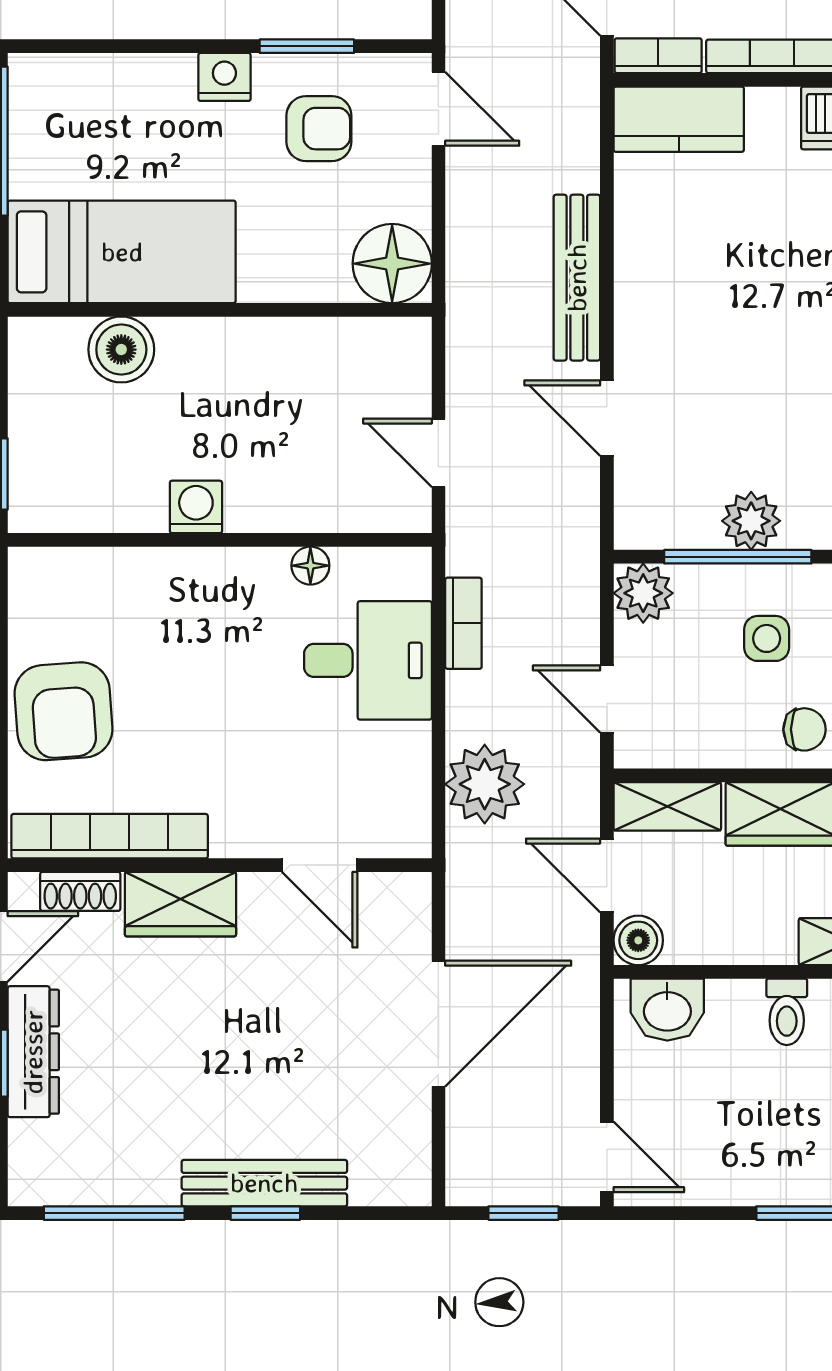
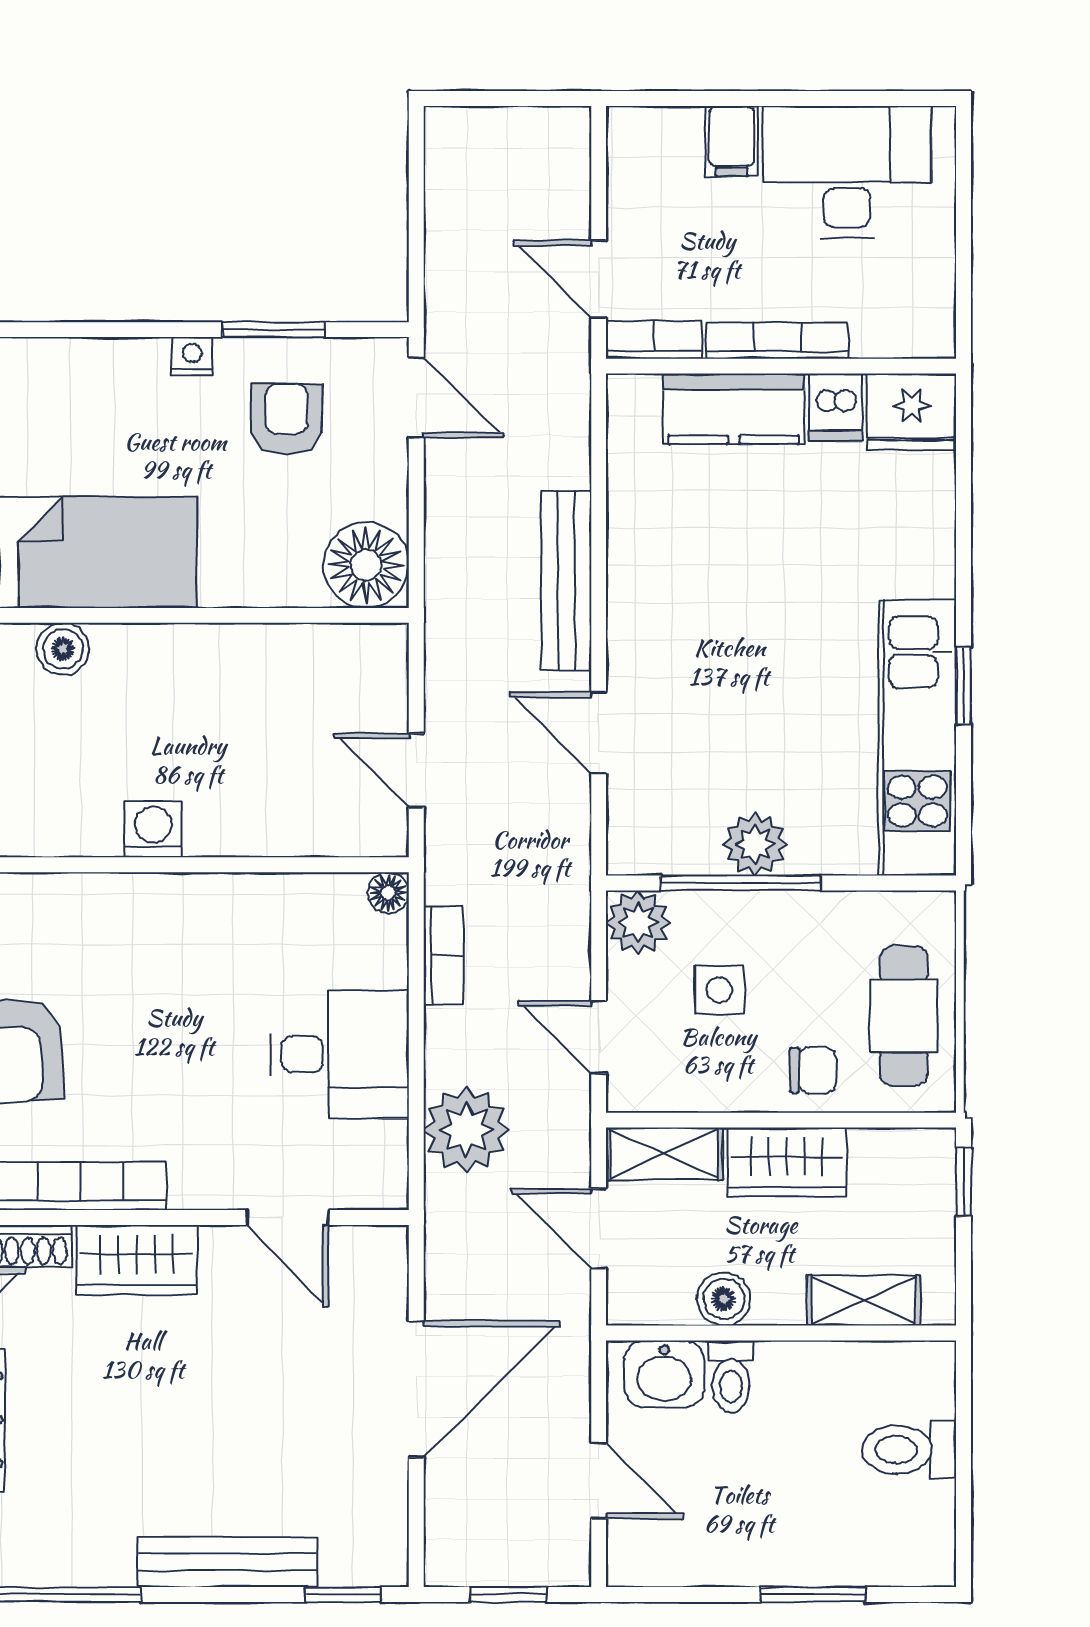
nightstand: (224, 77) -> (192, 356), width x0.72, depth x0.74
kitchen counter: (679, 119) -> (734, 409), moved
armchair: (319, 129) -> (287, 419), turned -90
boiler: (121, 350) -> (63, 649), width x0.73, depth x0.73
floor lamp: (310, 566) -> (388, 893), moved
side table: (767, 638) -> (720, 990), moved
desk: (368, 660) -> (340, 1054), moved
boiler: (638, 940) -> (724, 1299), moved
toilet: (787, 1012) -> (731, 1376), moved
door: (607, 1157) -> (599, 1481), moved
window: (265, 1213) -> (344, 1595), moved

